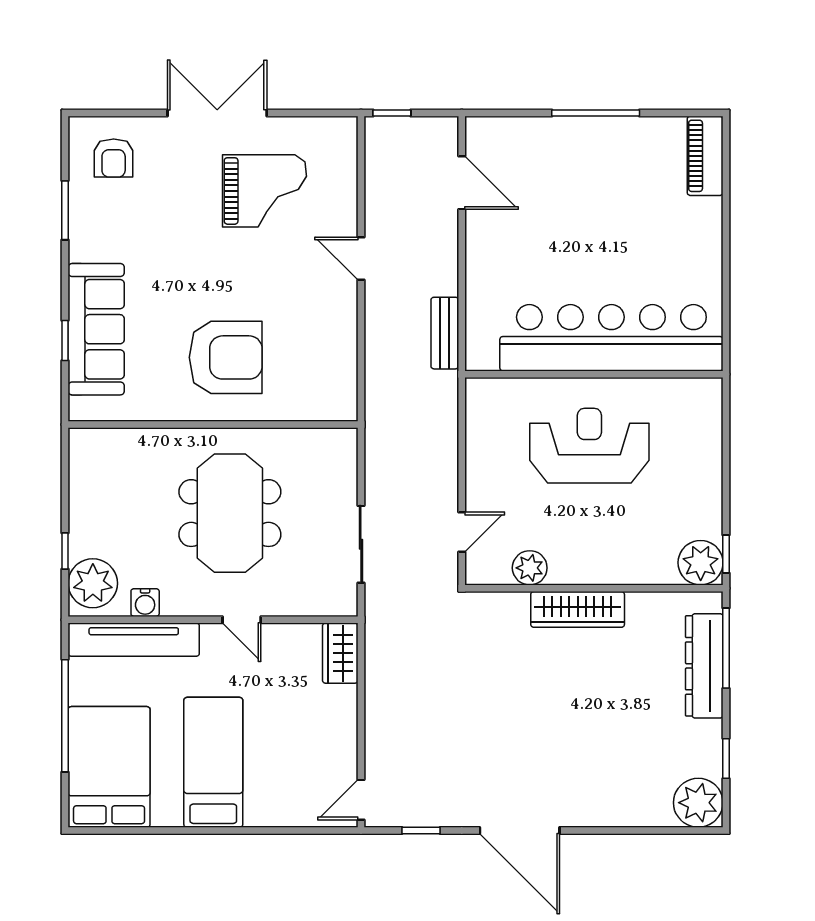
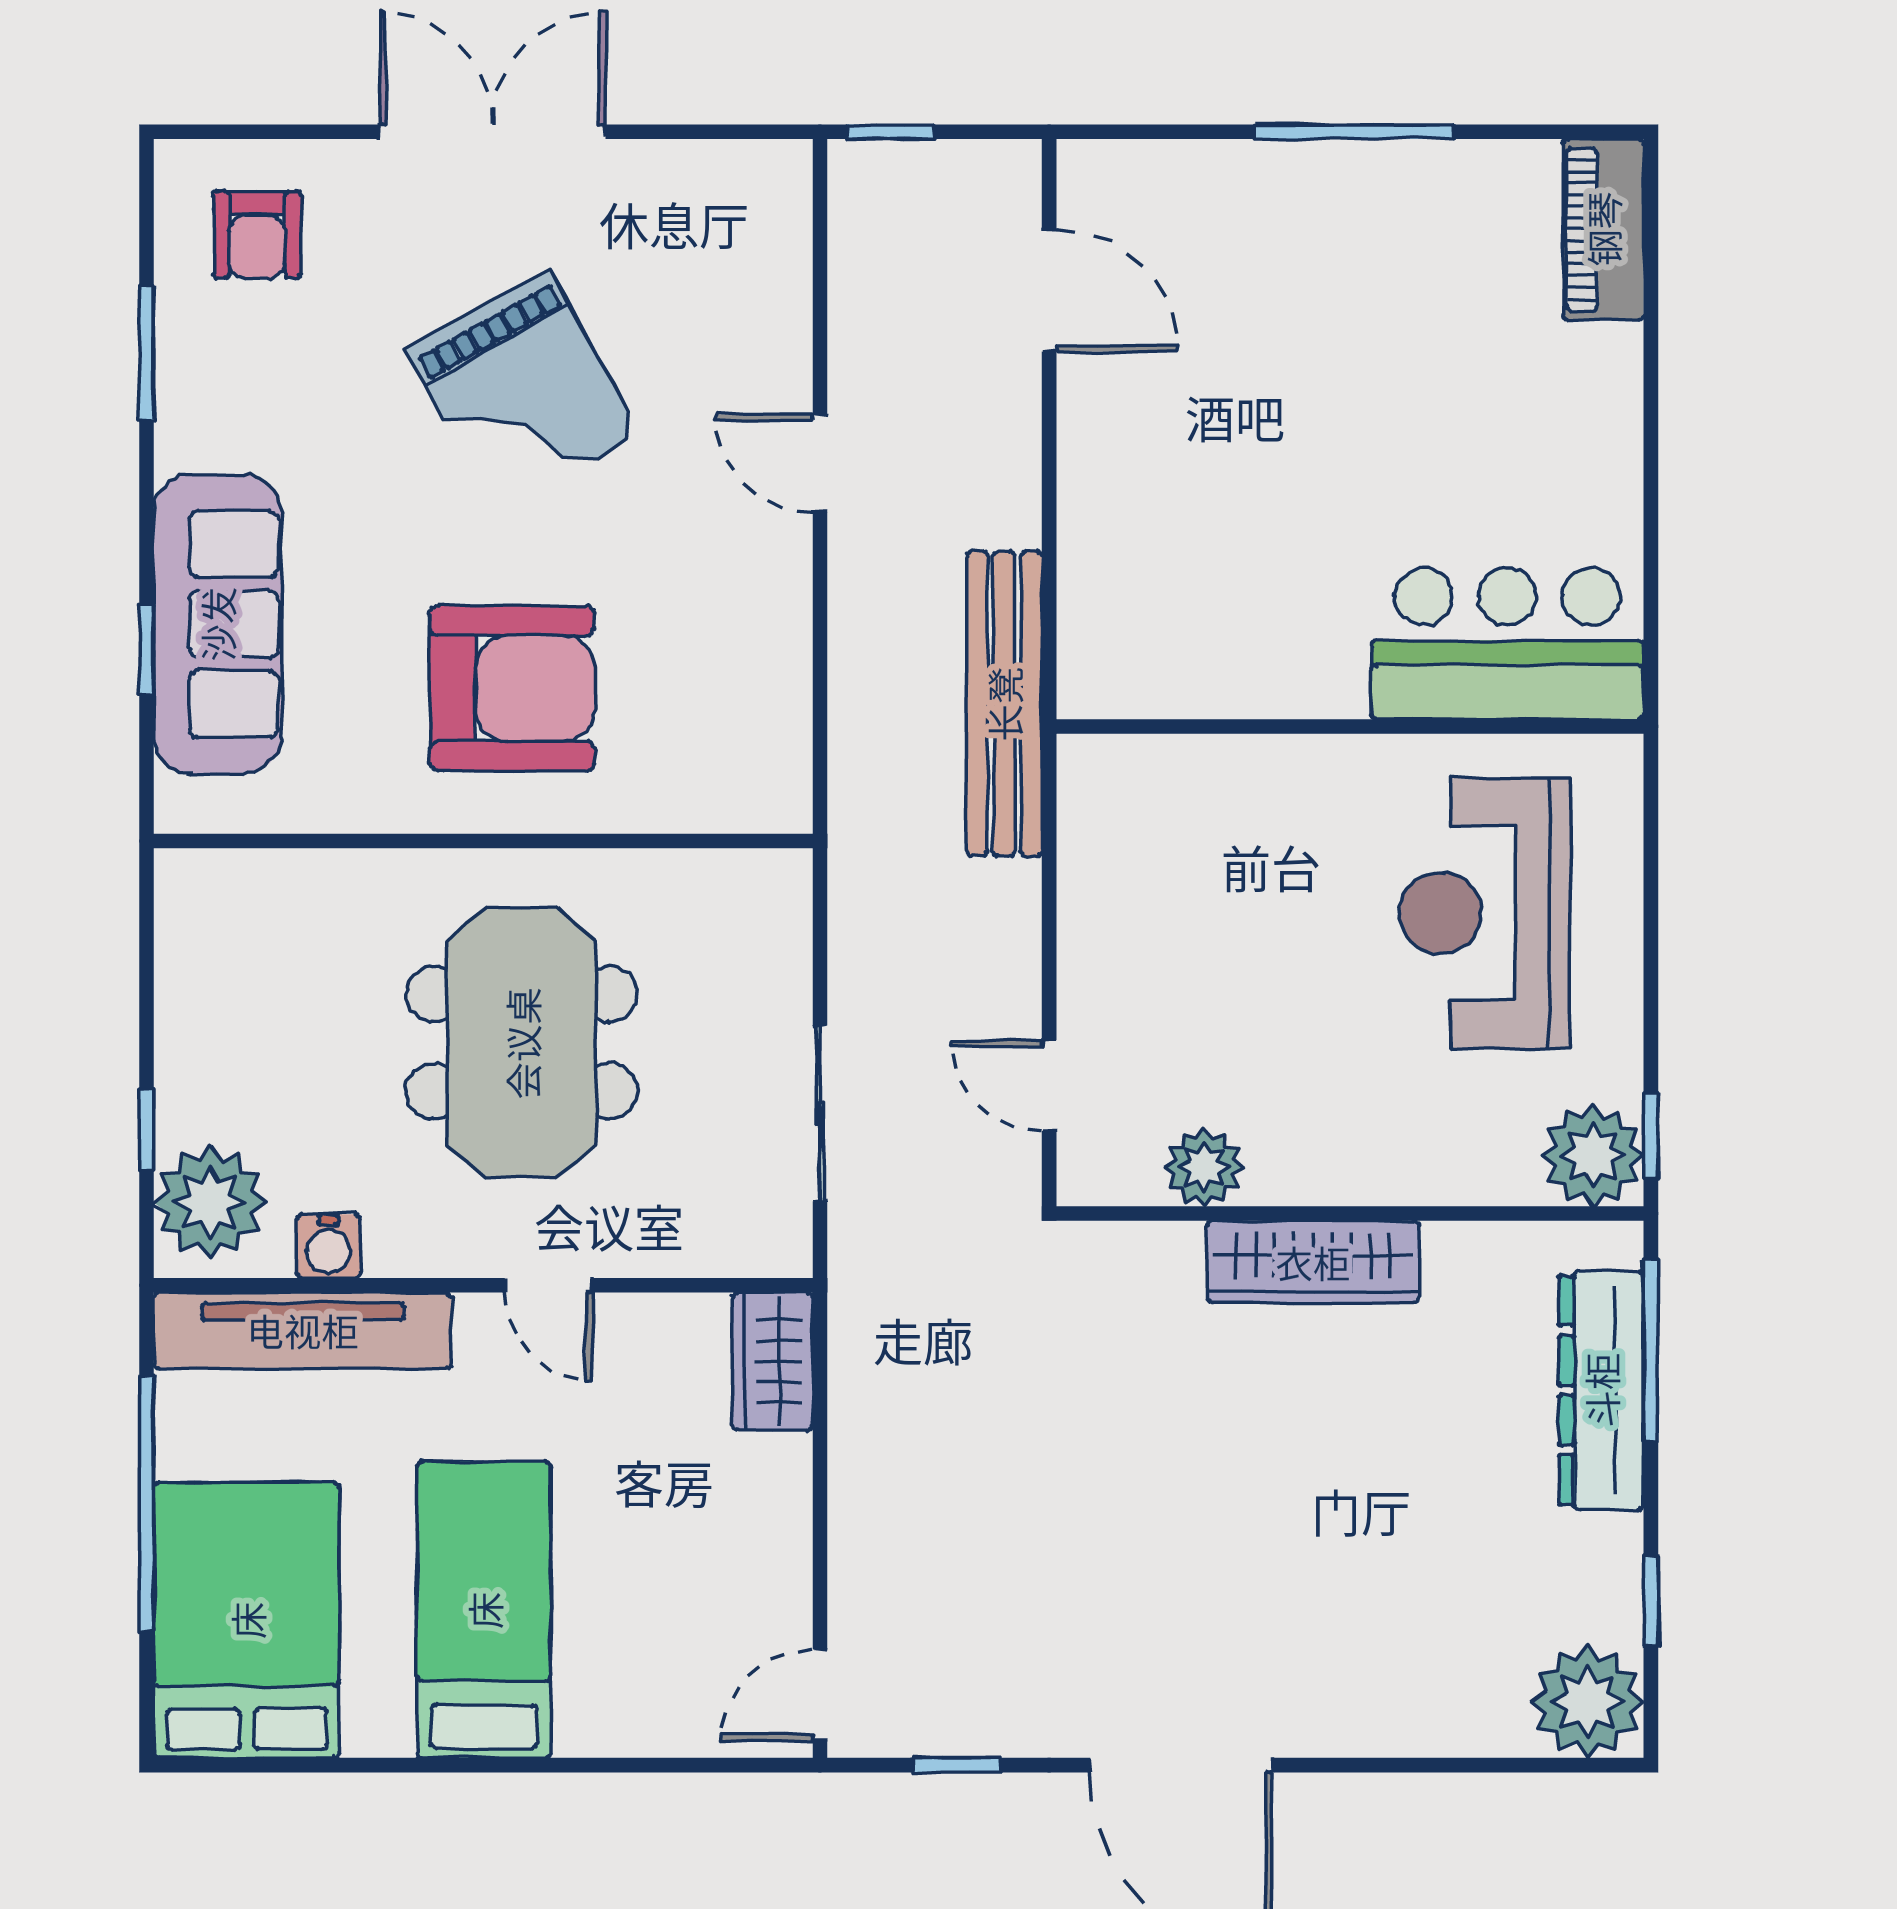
grand piano: (265, 191) -> (523, 392), moved, turned 61
bench: (445, 333) -> (1004, 704), width x1.86, depth x1.21
bar counter: (611, 338) -> (1507, 643), width x0.54
reception desk: (589, 446) -> (1485, 913), moved, turned -90
door: (462, 532) -> (1049, 1086), swing flipped

